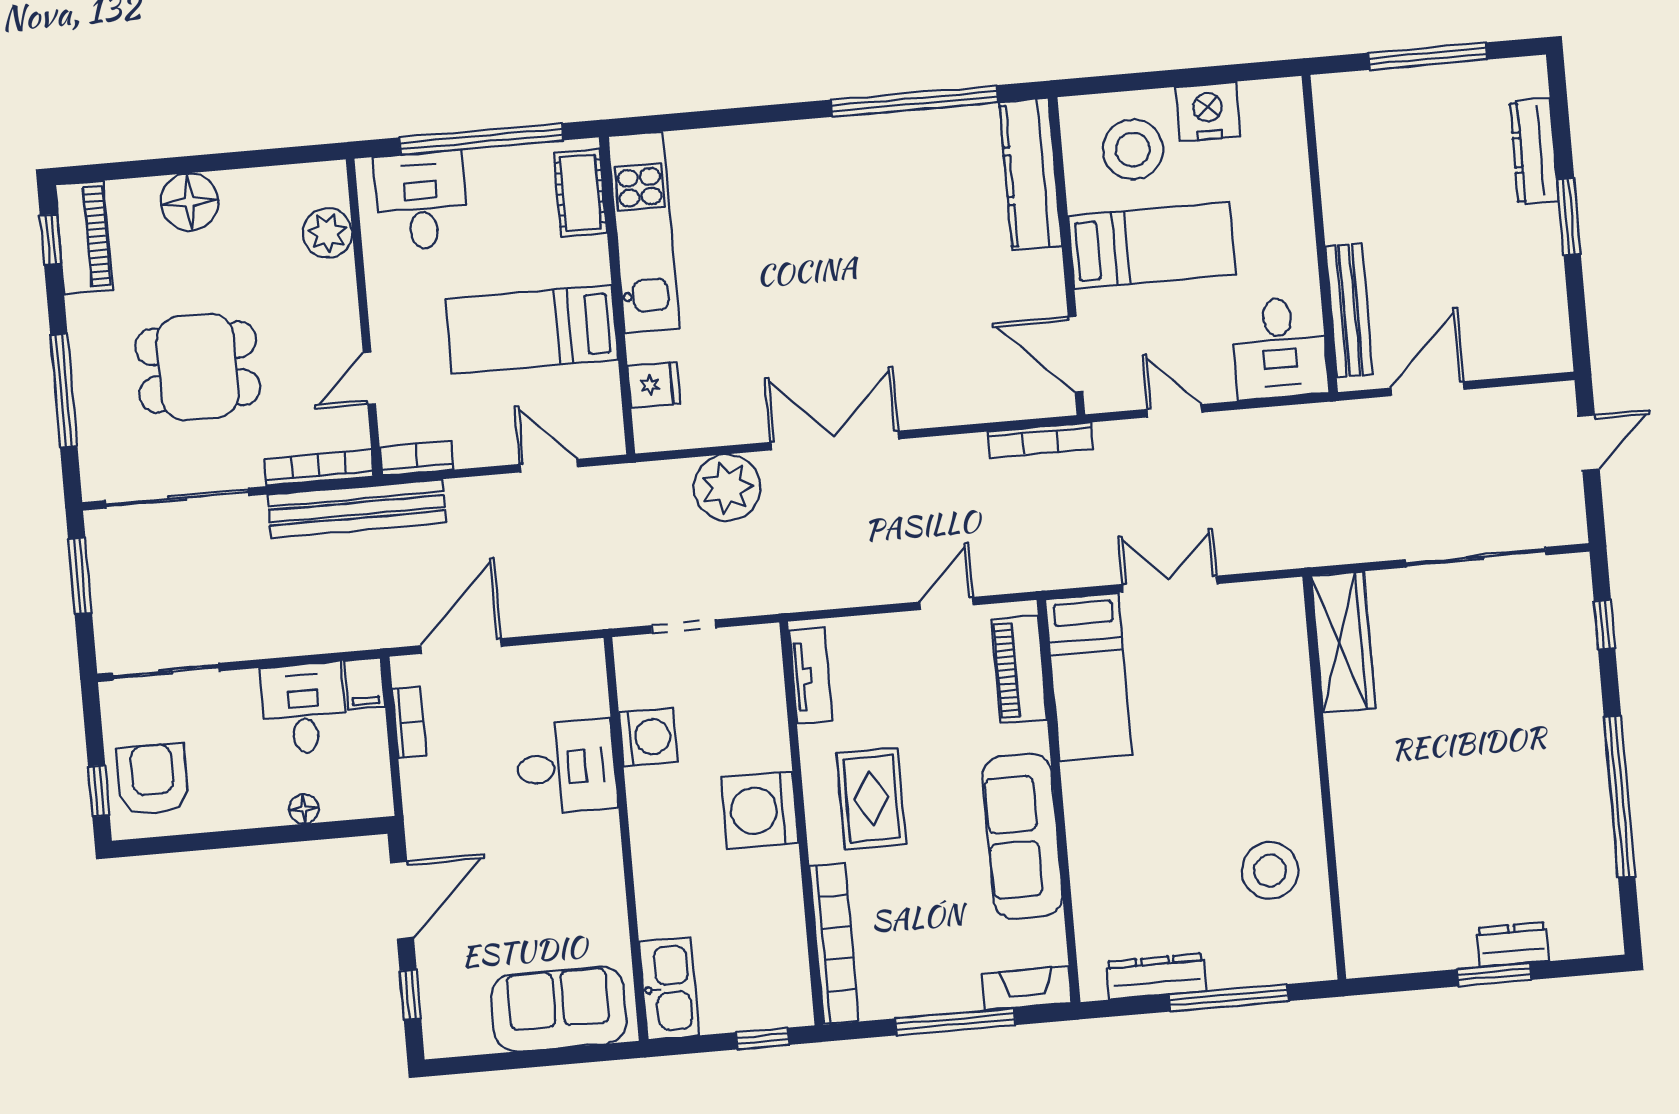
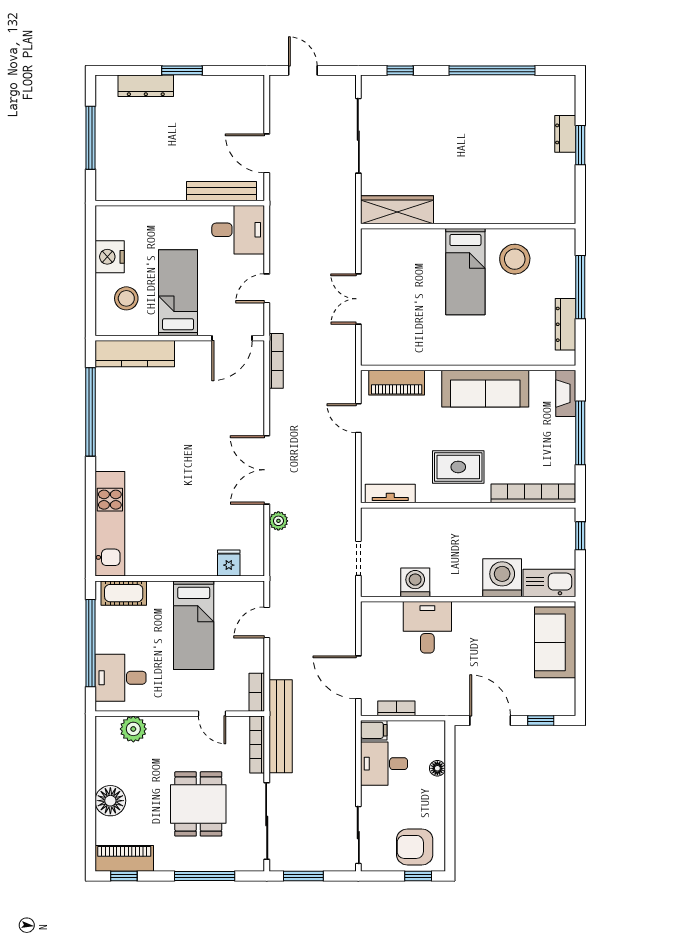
stool: (1133, 150) -> (126, 298), width x0.73, depth x0.73
kitchen unit: (644, 232) -> (110, 524), moved, turned 90
plant: (727, 488) -> (278, 521), width x0.53, depth x0.53
bed: (1089, 677) -> (465, 272), moved, turned 90
washing machine: (760, 810) -> (502, 578), moved, turned 180

